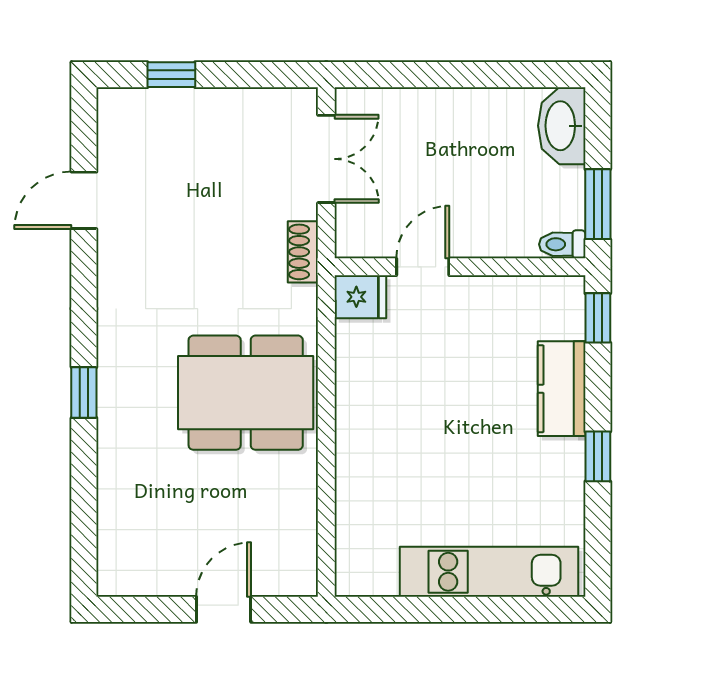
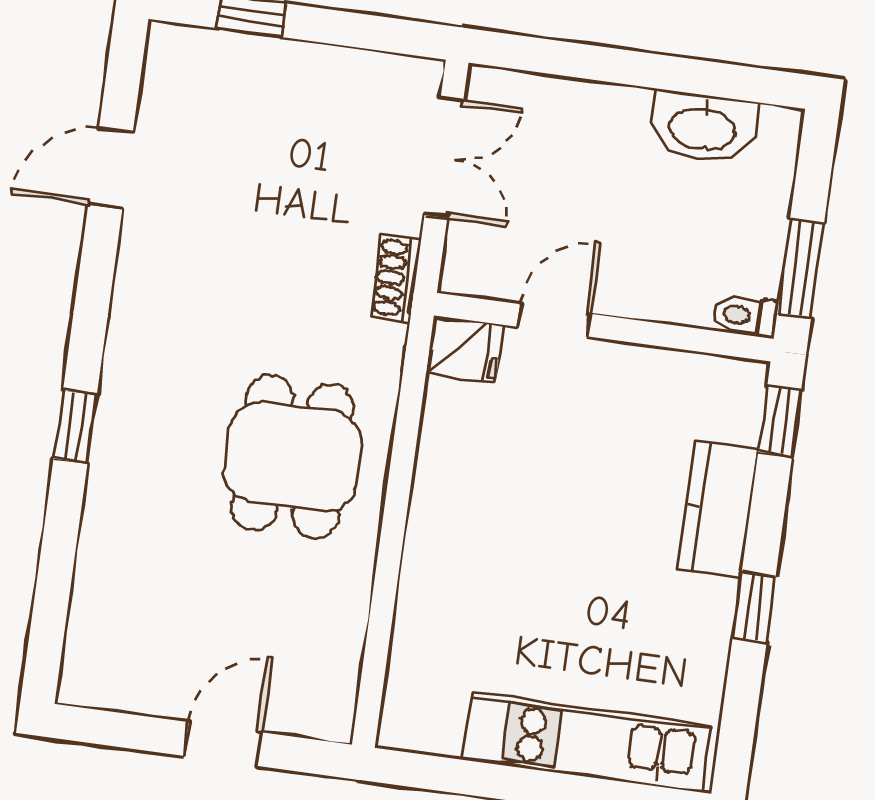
washbasin: (562, 126) -> (703, 127), moved, turned -90
dining table: (246, 393) -> (293, 457), width x0.73

